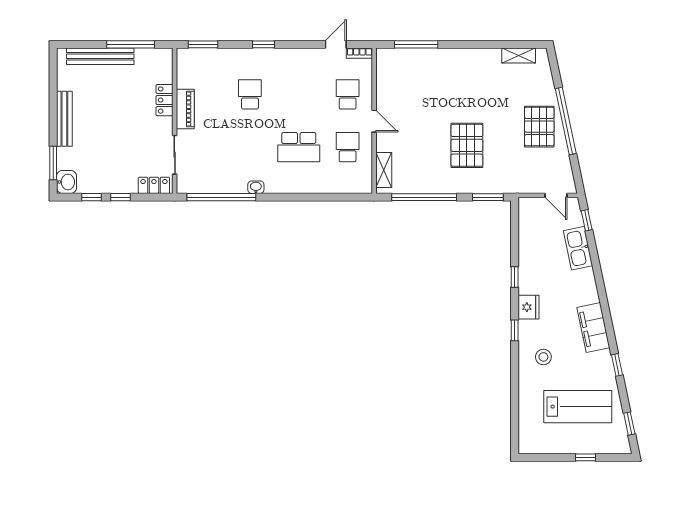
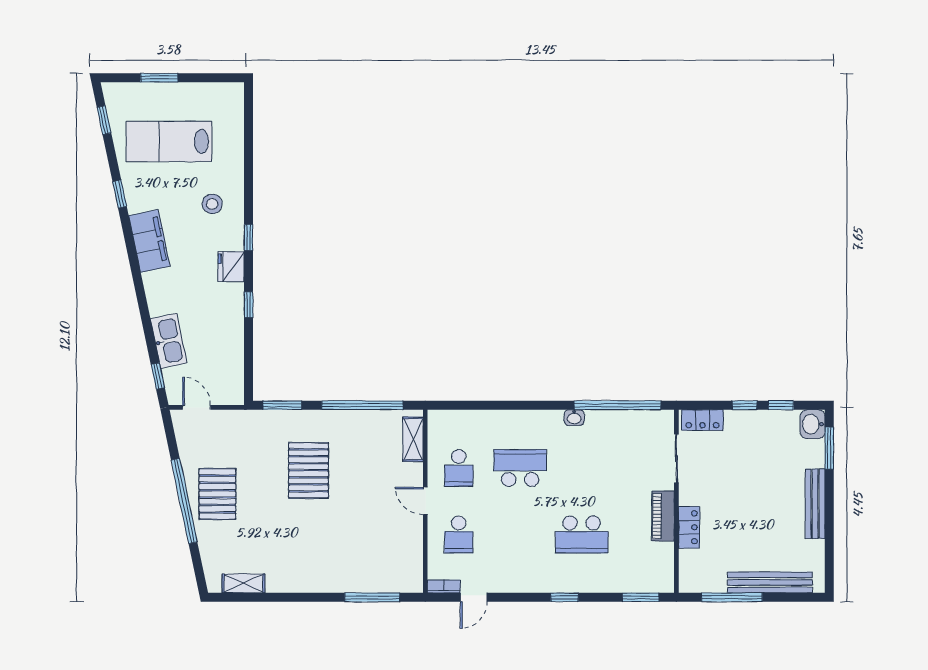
school desk: (250, 94) -> (582, 534), width x1.85
window: (585, 457) -> (159, 78), width x1.50

